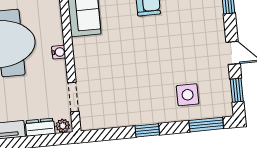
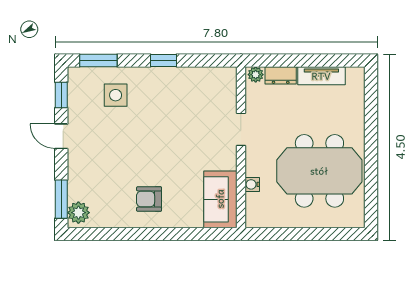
water cooler: (59, 52) -> (252, 184), moved
doorway: (73, 97) -> (241, 129), moved

